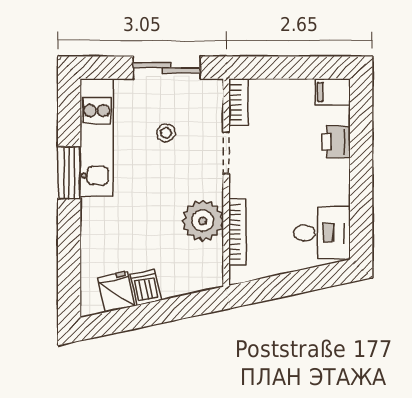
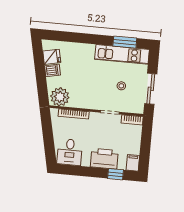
window: (361, 128) -> (115, 174), added
printer: (336, 142) -> (104, 159), width x1.87, depth x1.48
window: (69, 173) -> (125, 42), moved
plant: (203, 221) -> (60, 97), moved

